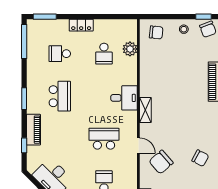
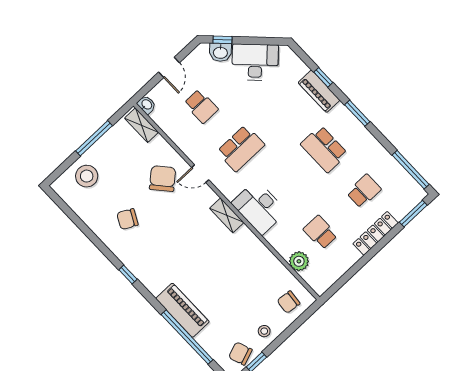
locker: (81, 25) -> (376, 233), width x1.53
desk: (124, 98) -> (259, 207), width x1.37
window: (24, 145) -> (323, 77), moved

